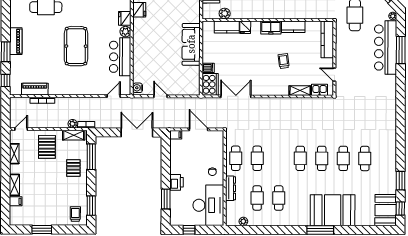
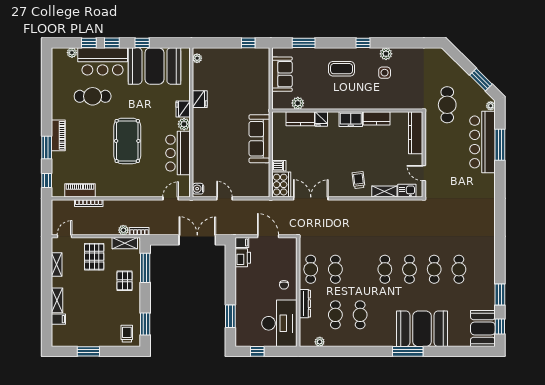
trolley: (284, 61) -> (359, 180), moved
printer: (176, 182) -> (243, 258), moved

